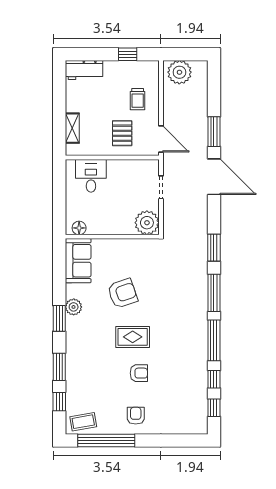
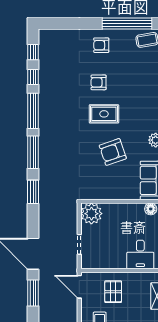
armchair: (136, 416) -> (101, 45), turned 90

